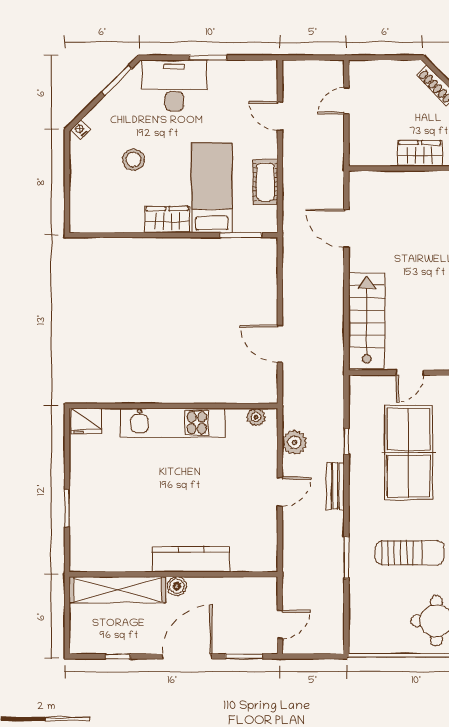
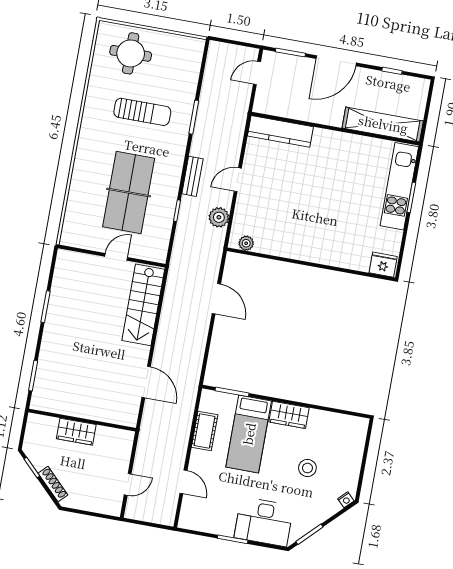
kitchen unit: (173, 423) -> (399, 186), moved, turned -90
sun lounger: (410, 553) -> (142, 112), turned 180
kitchen counter: (191, 559) -> (280, 131), moved
boiler: (177, 586) -> (334, 119), removed

